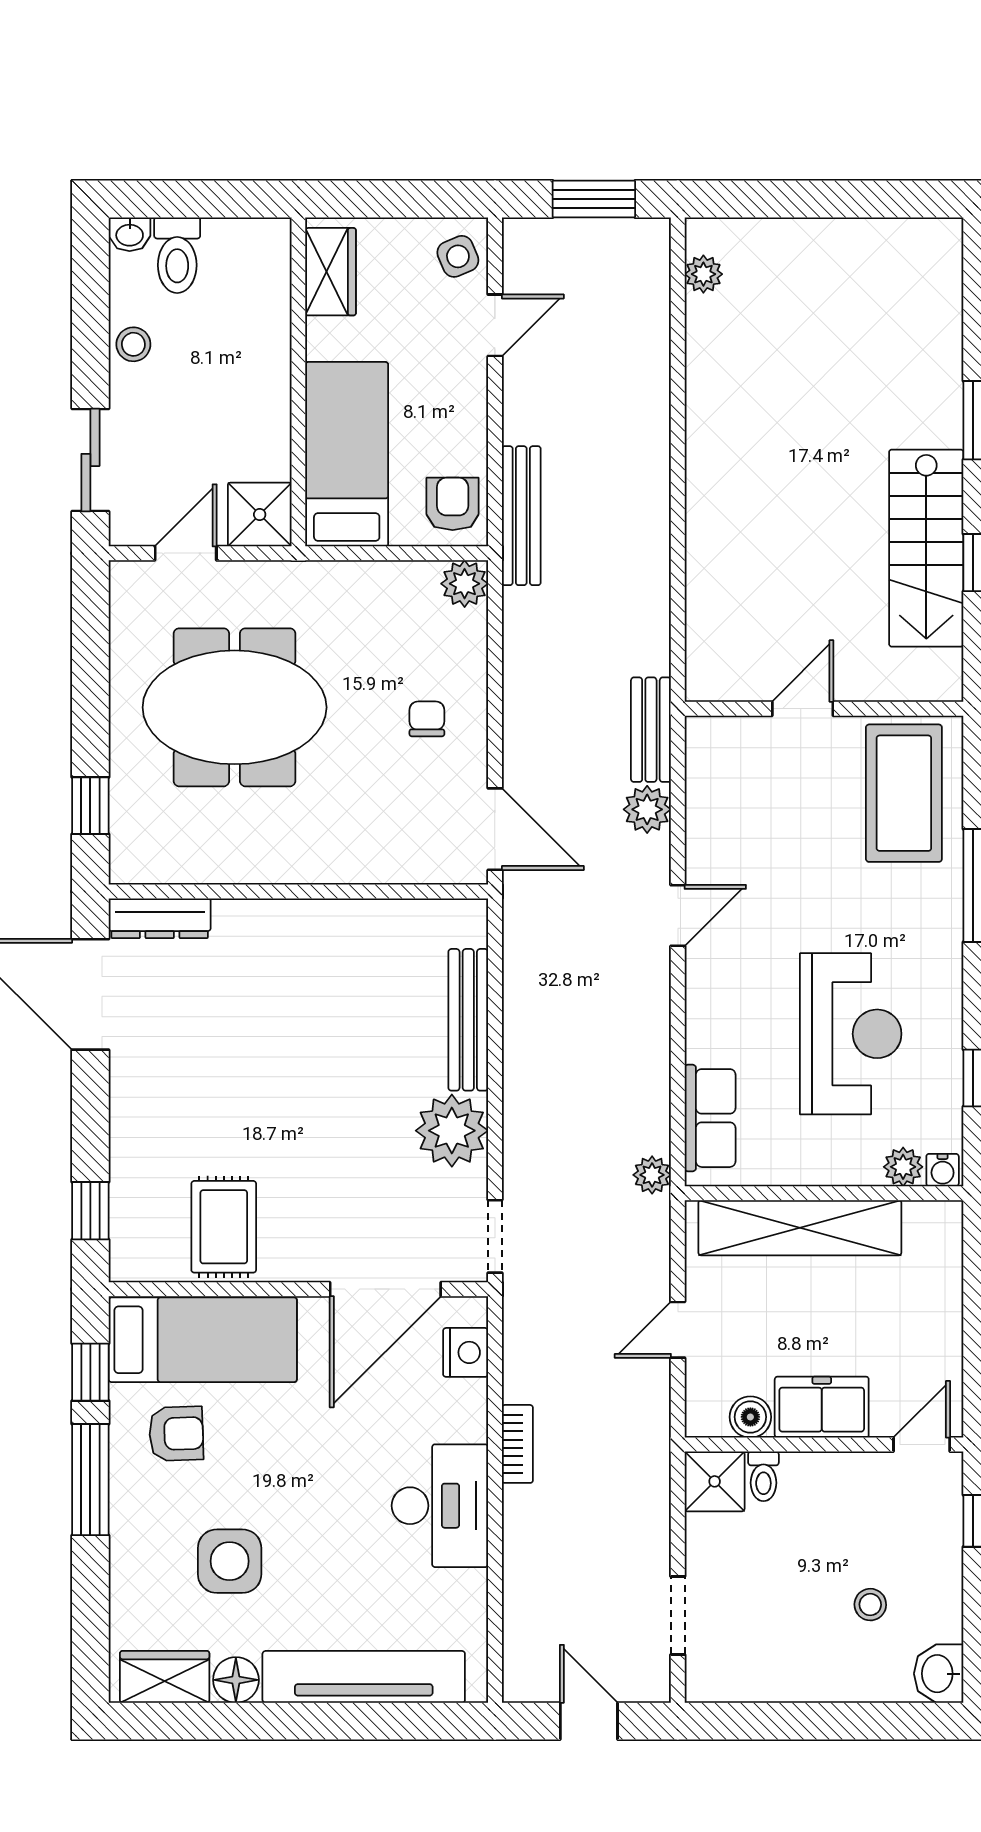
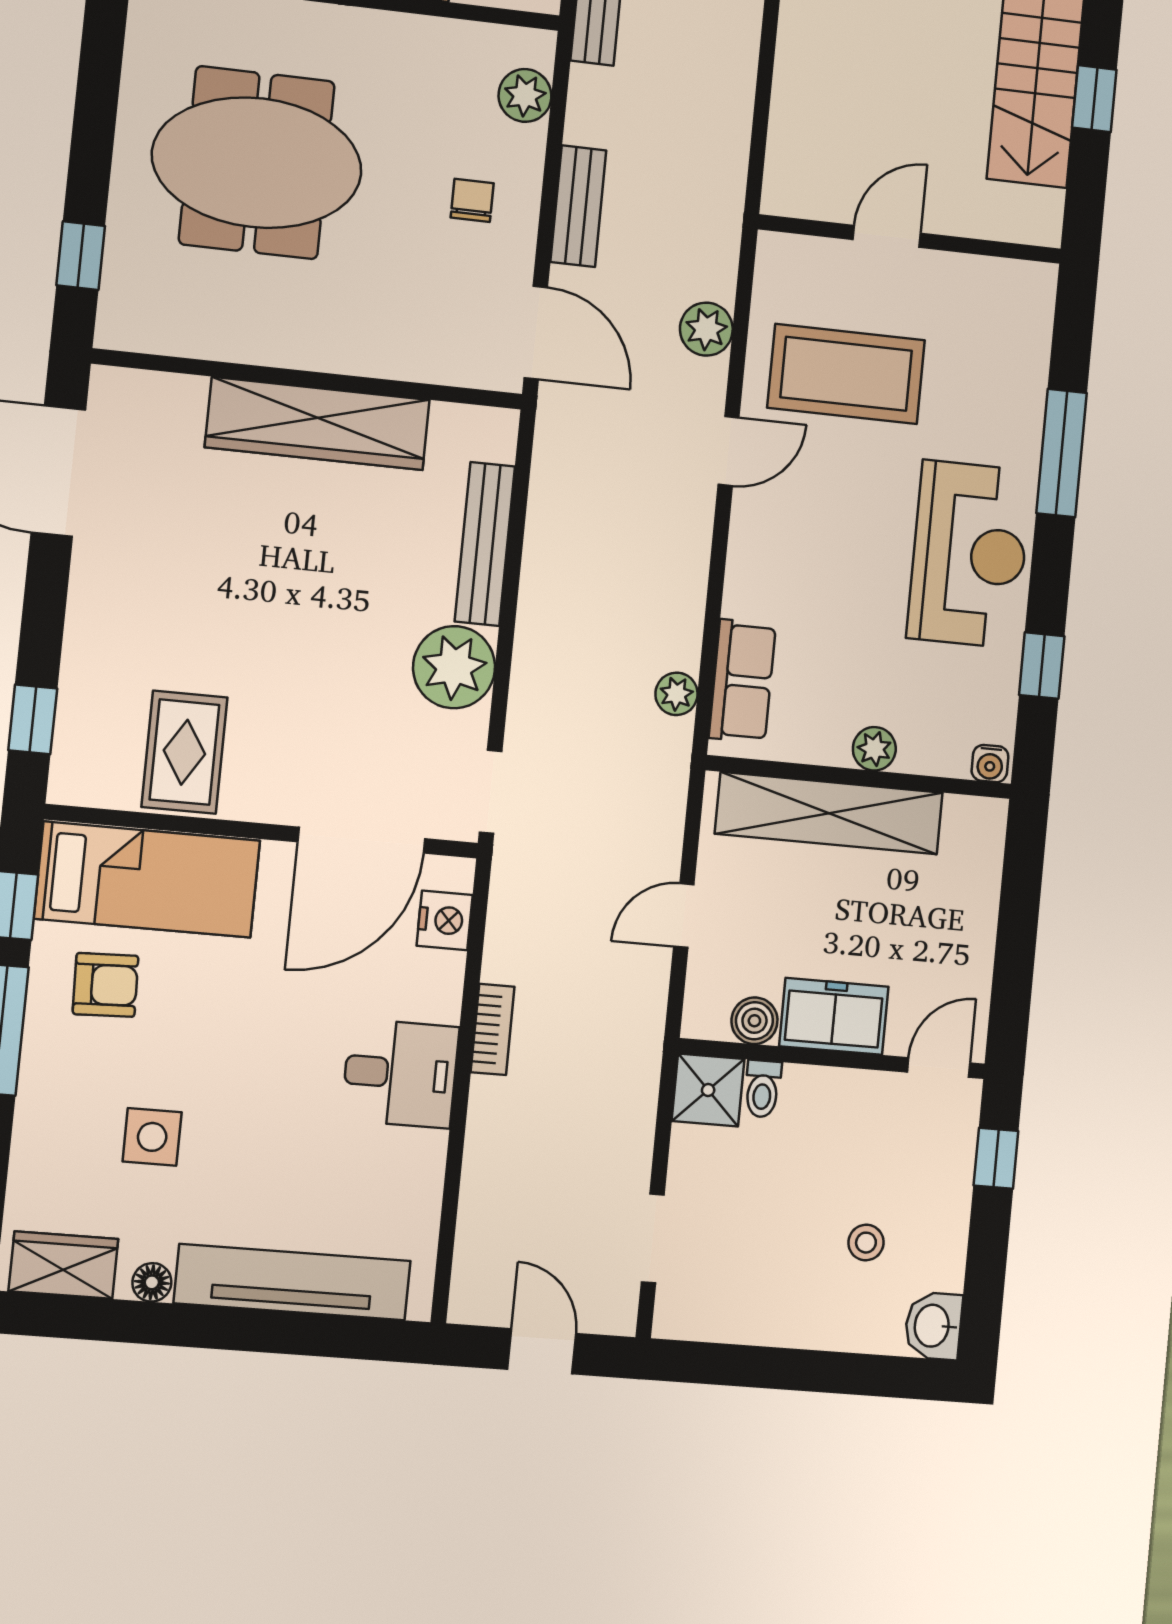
plant: (465, 584) -> (525, 95), moved
bench: (651, 730) -> (578, 206), moved
coffee table: (904, 793) -> (846, 374), moved, turned 90
dresser: (160, 918) -> (147, 393), removed
wardrobe: (310, 929) -> (317, 423), added
reception desk: (851, 1034) -> (969, 554), moved
plant: (903, 1167) -> (874, 749), moved
plant: (652, 1175) -> (676, 694), moved
desk: (440, 1506) -> (400, 1073), width x0.73
side table: (230, 1561) -> (152, 1137), width x0.73, depth x0.73
floor lamp: (236, 1680) -> (152, 1282), width x0.73, depth x0.73

